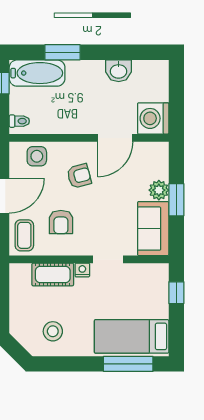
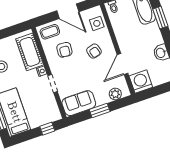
door: (115, 138) -> (123, 64), hinge flipped
plant: (159, 190) -> (115, 94), moved
armchair: (61, 222) -> (64, 50), turned -85
cot: (53, 274) -> (30, 52), width x1.37, depth x1.34

